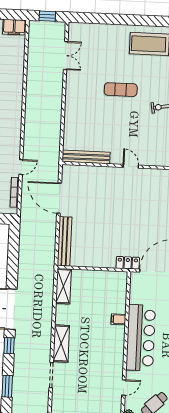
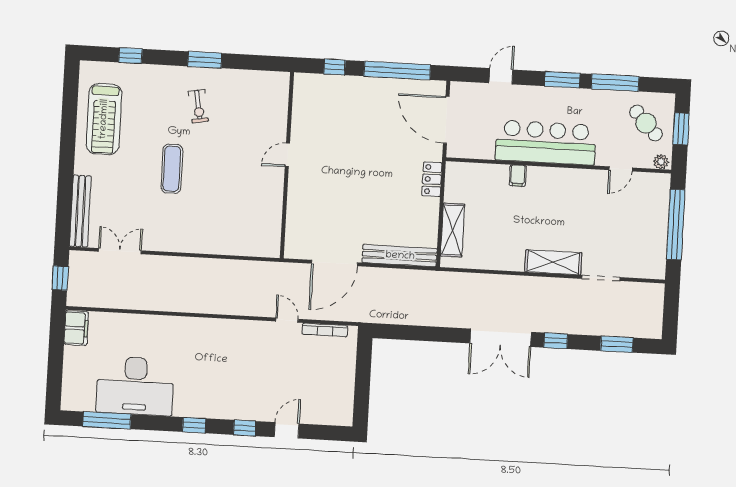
bench: (86, 157) -> (80, 211), moved
locker: (128, 263) -> (432, 179), moved
shelving: (63, 286) -> (453, 230), moved, turned 90
door: (124, 388) -> (621, 169), swing flipped

